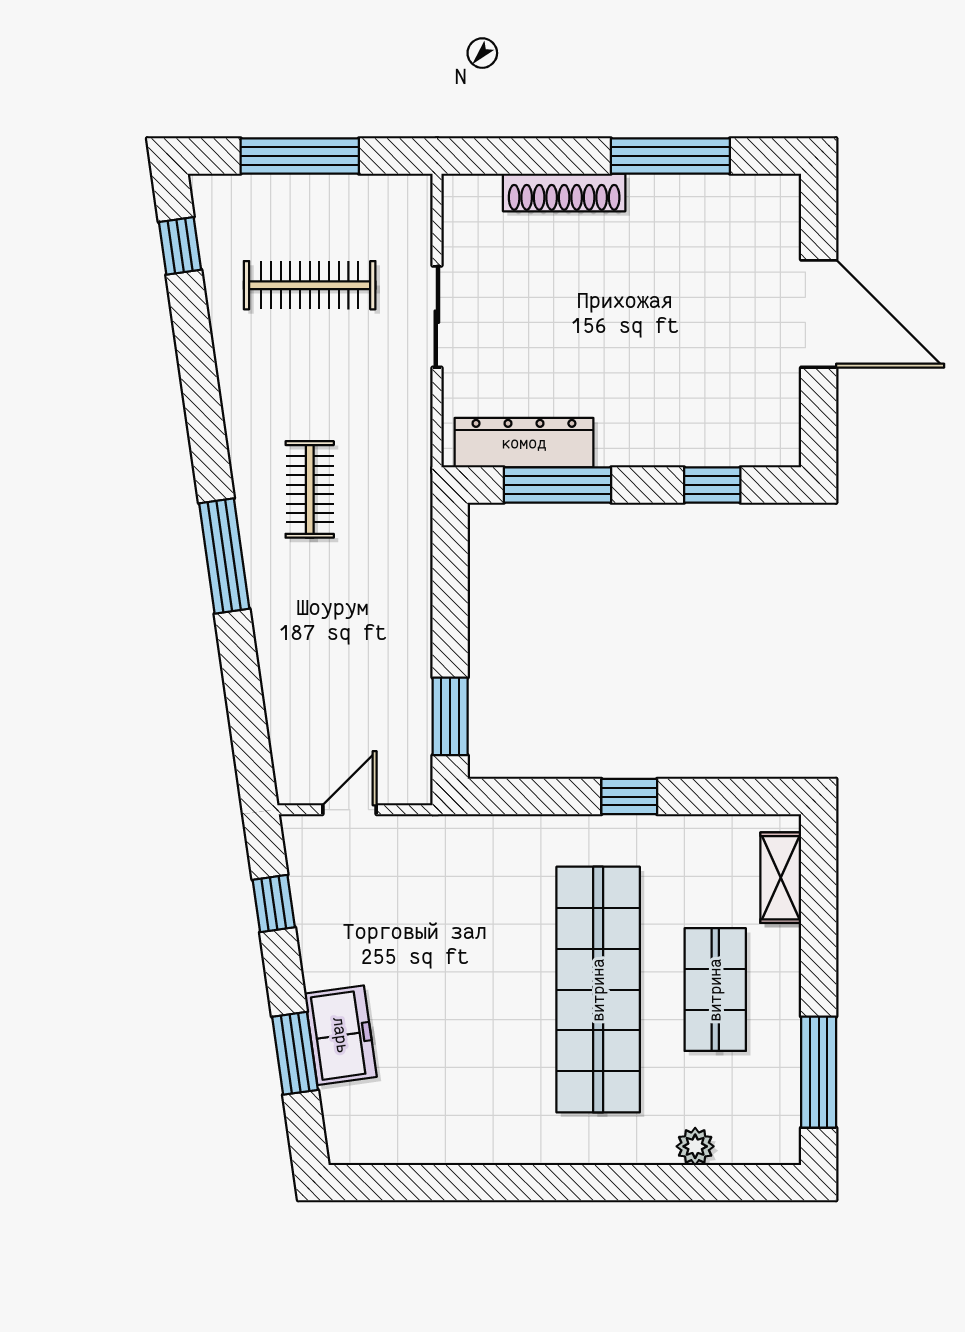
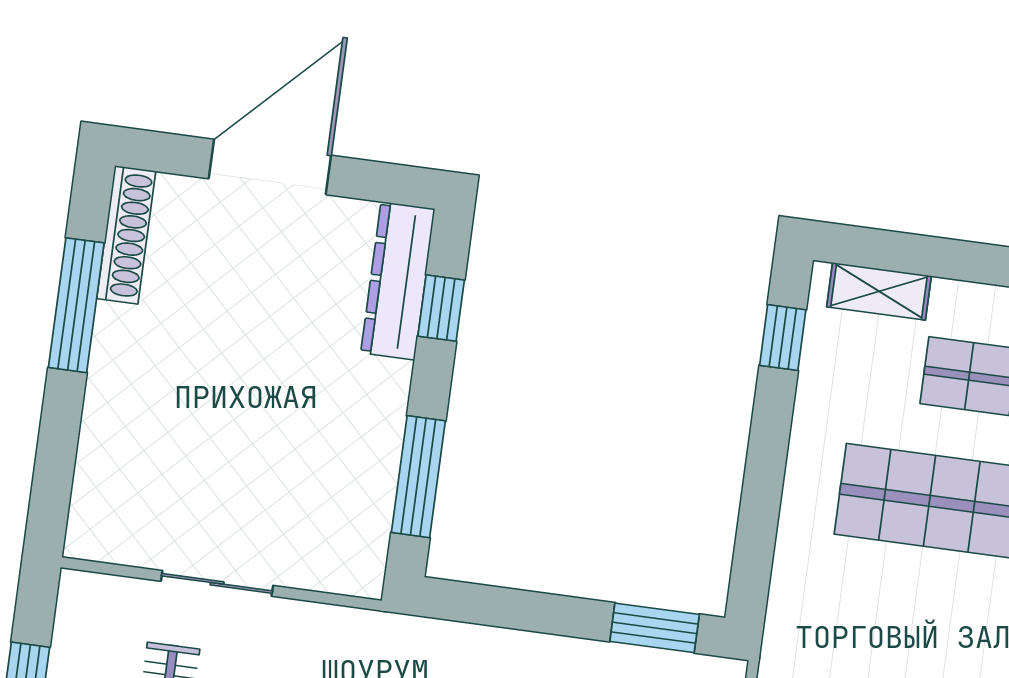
shoe rack: (564, 192) -> (126, 235), moved
dresser: (524, 443) -> (398, 281), moved
window: (629, 797) -> (783, 338), moved

